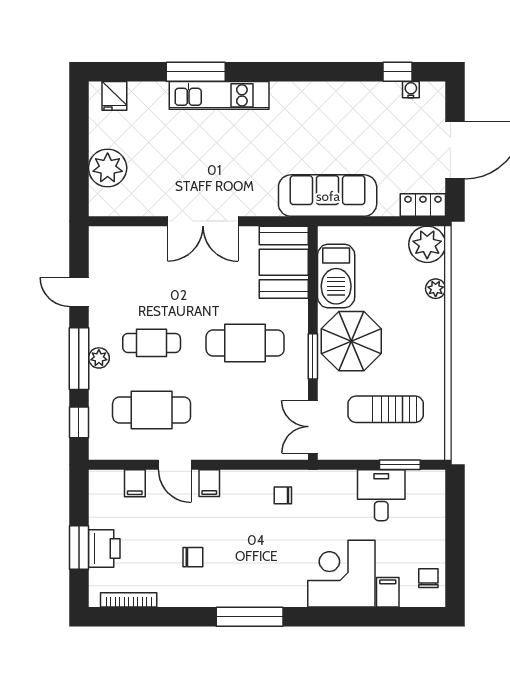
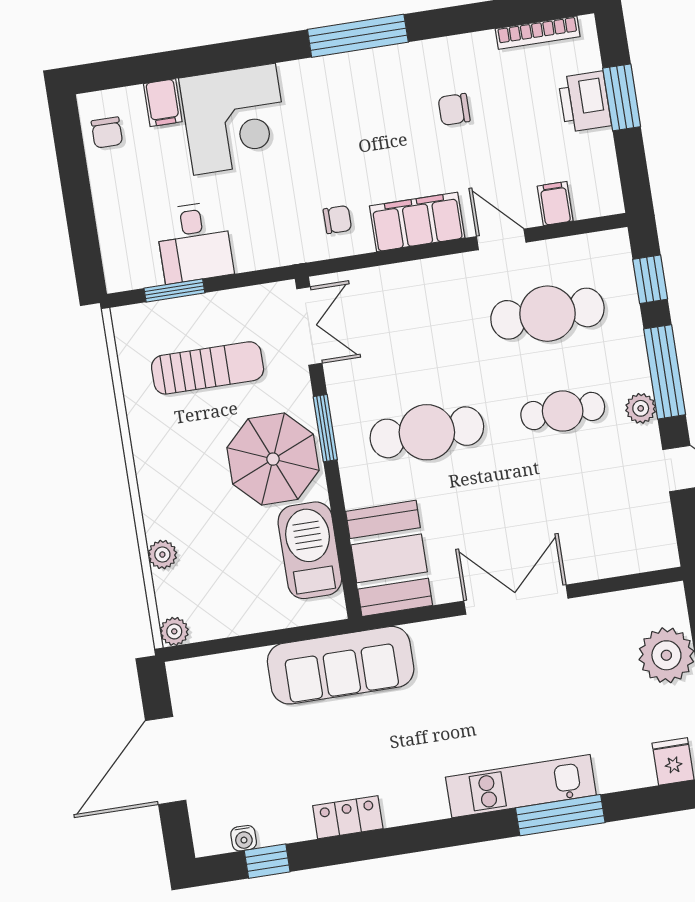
locker: (423, 205) -> (348, 817), moved, turned 180
plant: (427, 244) -> (174, 631), width x0.53, depth x0.53
plant: (99, 358) -> (641, 408), moved
filing cabinet: (209, 483) -> (417, 222), width x3.00, depth x1.17

